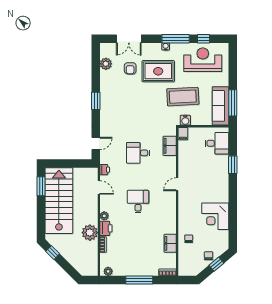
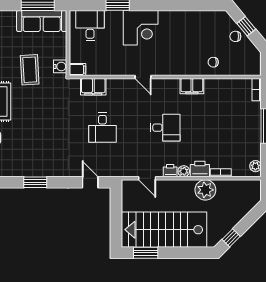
coffee table: (183, 97) -> (30, 70), width x0.73, depth x0.76
printer: (105, 170) -> (170, 171), moved
door: (99, 187) -> (147, 178), swing flipped
desk: (138, 202) -> (165, 128), turned 180
corner desk: (215, 216) -> (141, 28), moved
filing cabinet: (170, 243) -> (192, 86), moved

